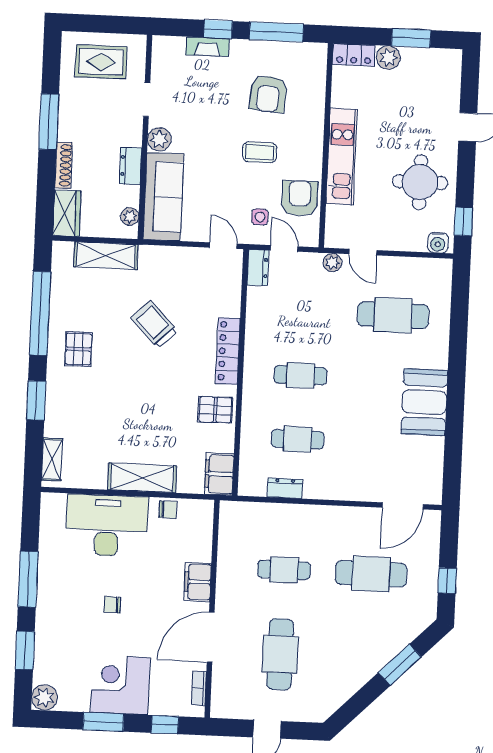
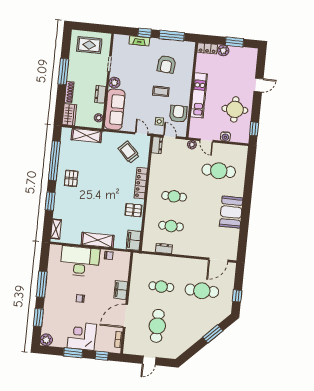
water cooler: (438, 243) -> (225, 136), moved
trolley: (154, 325) -> (129, 152), moved

